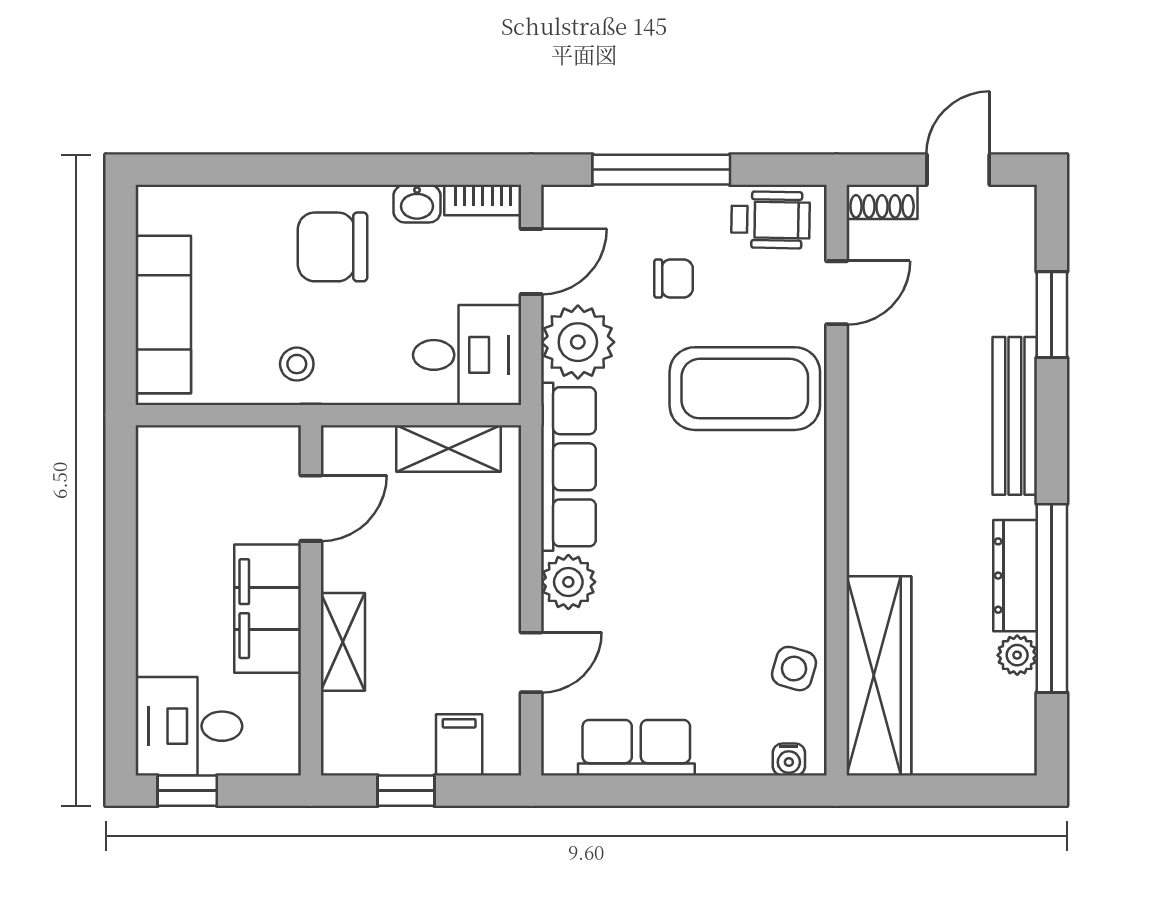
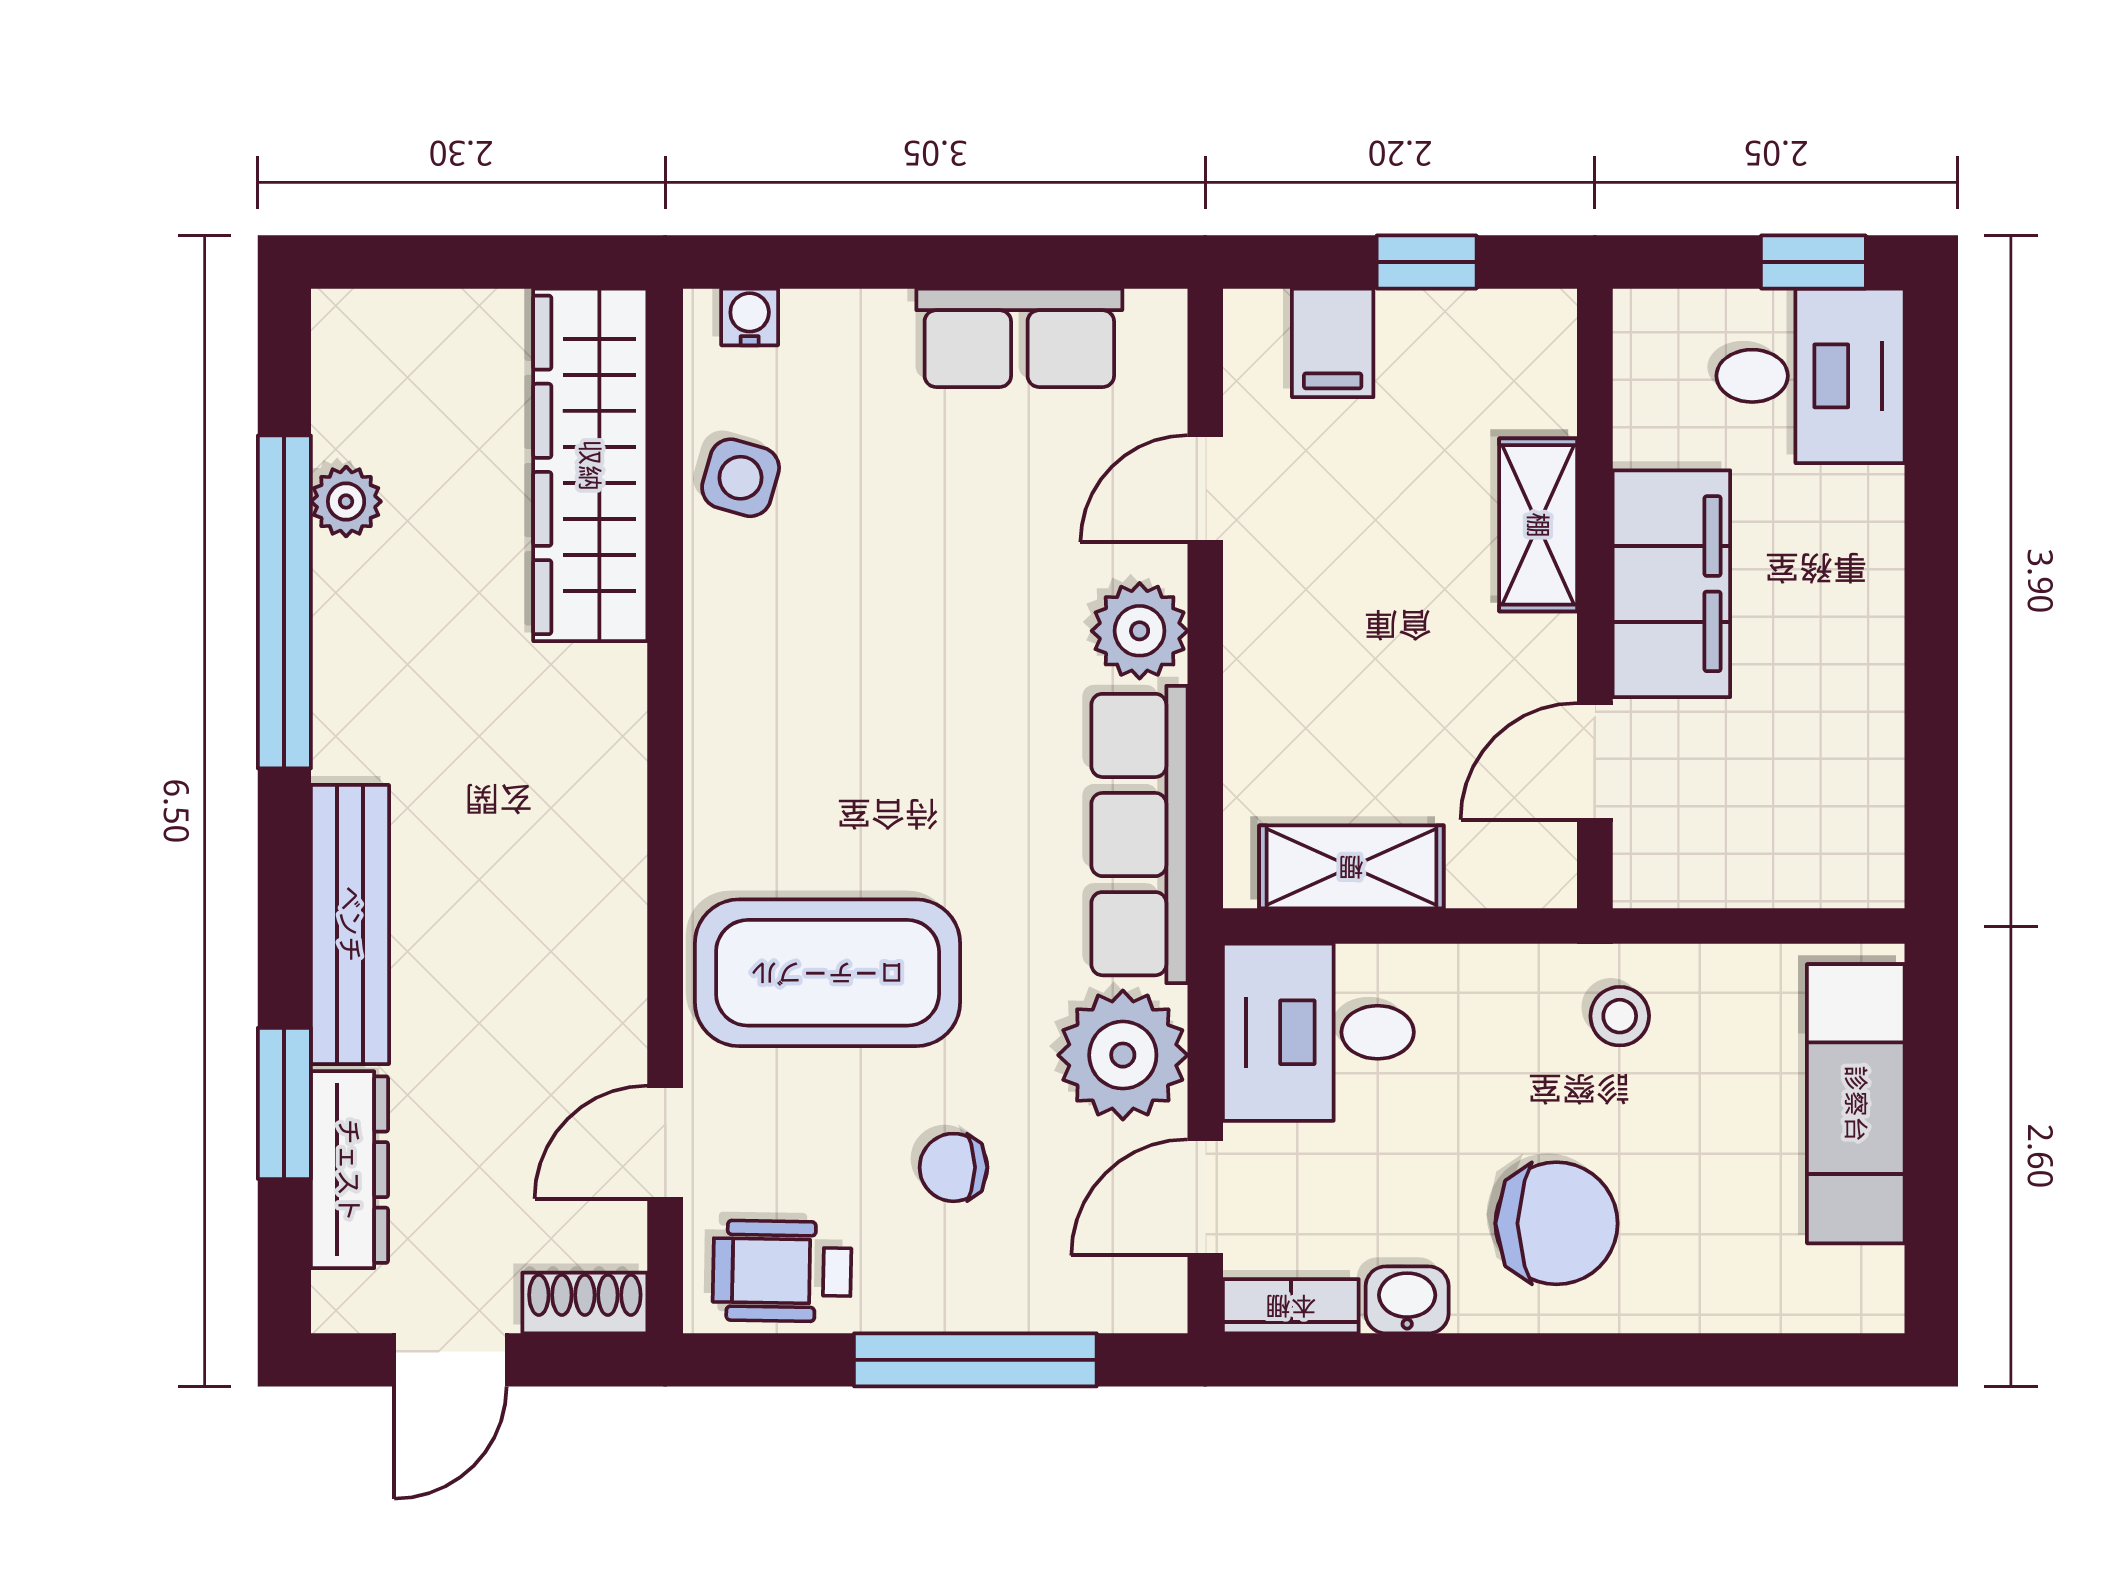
dresser: (1015, 576) -> (349, 1170), moved

